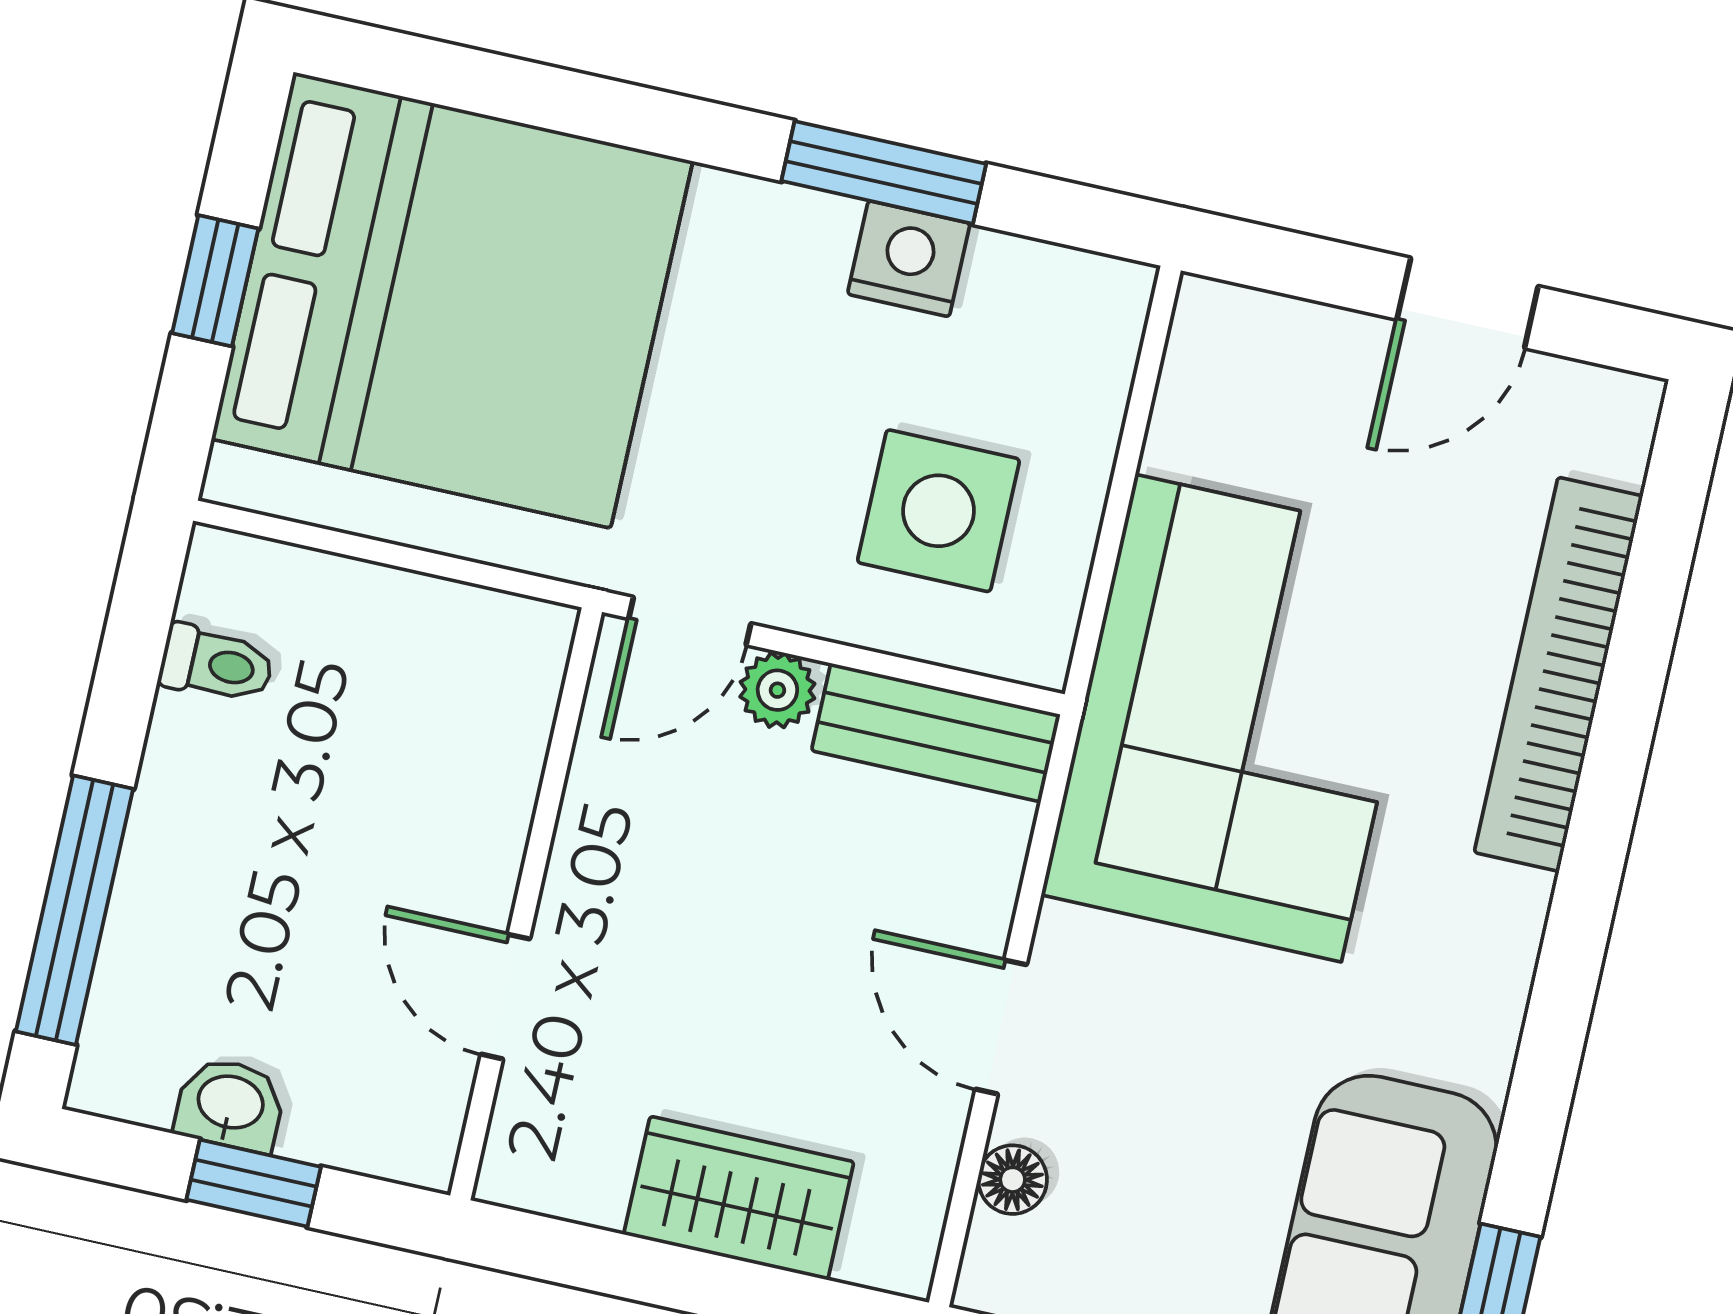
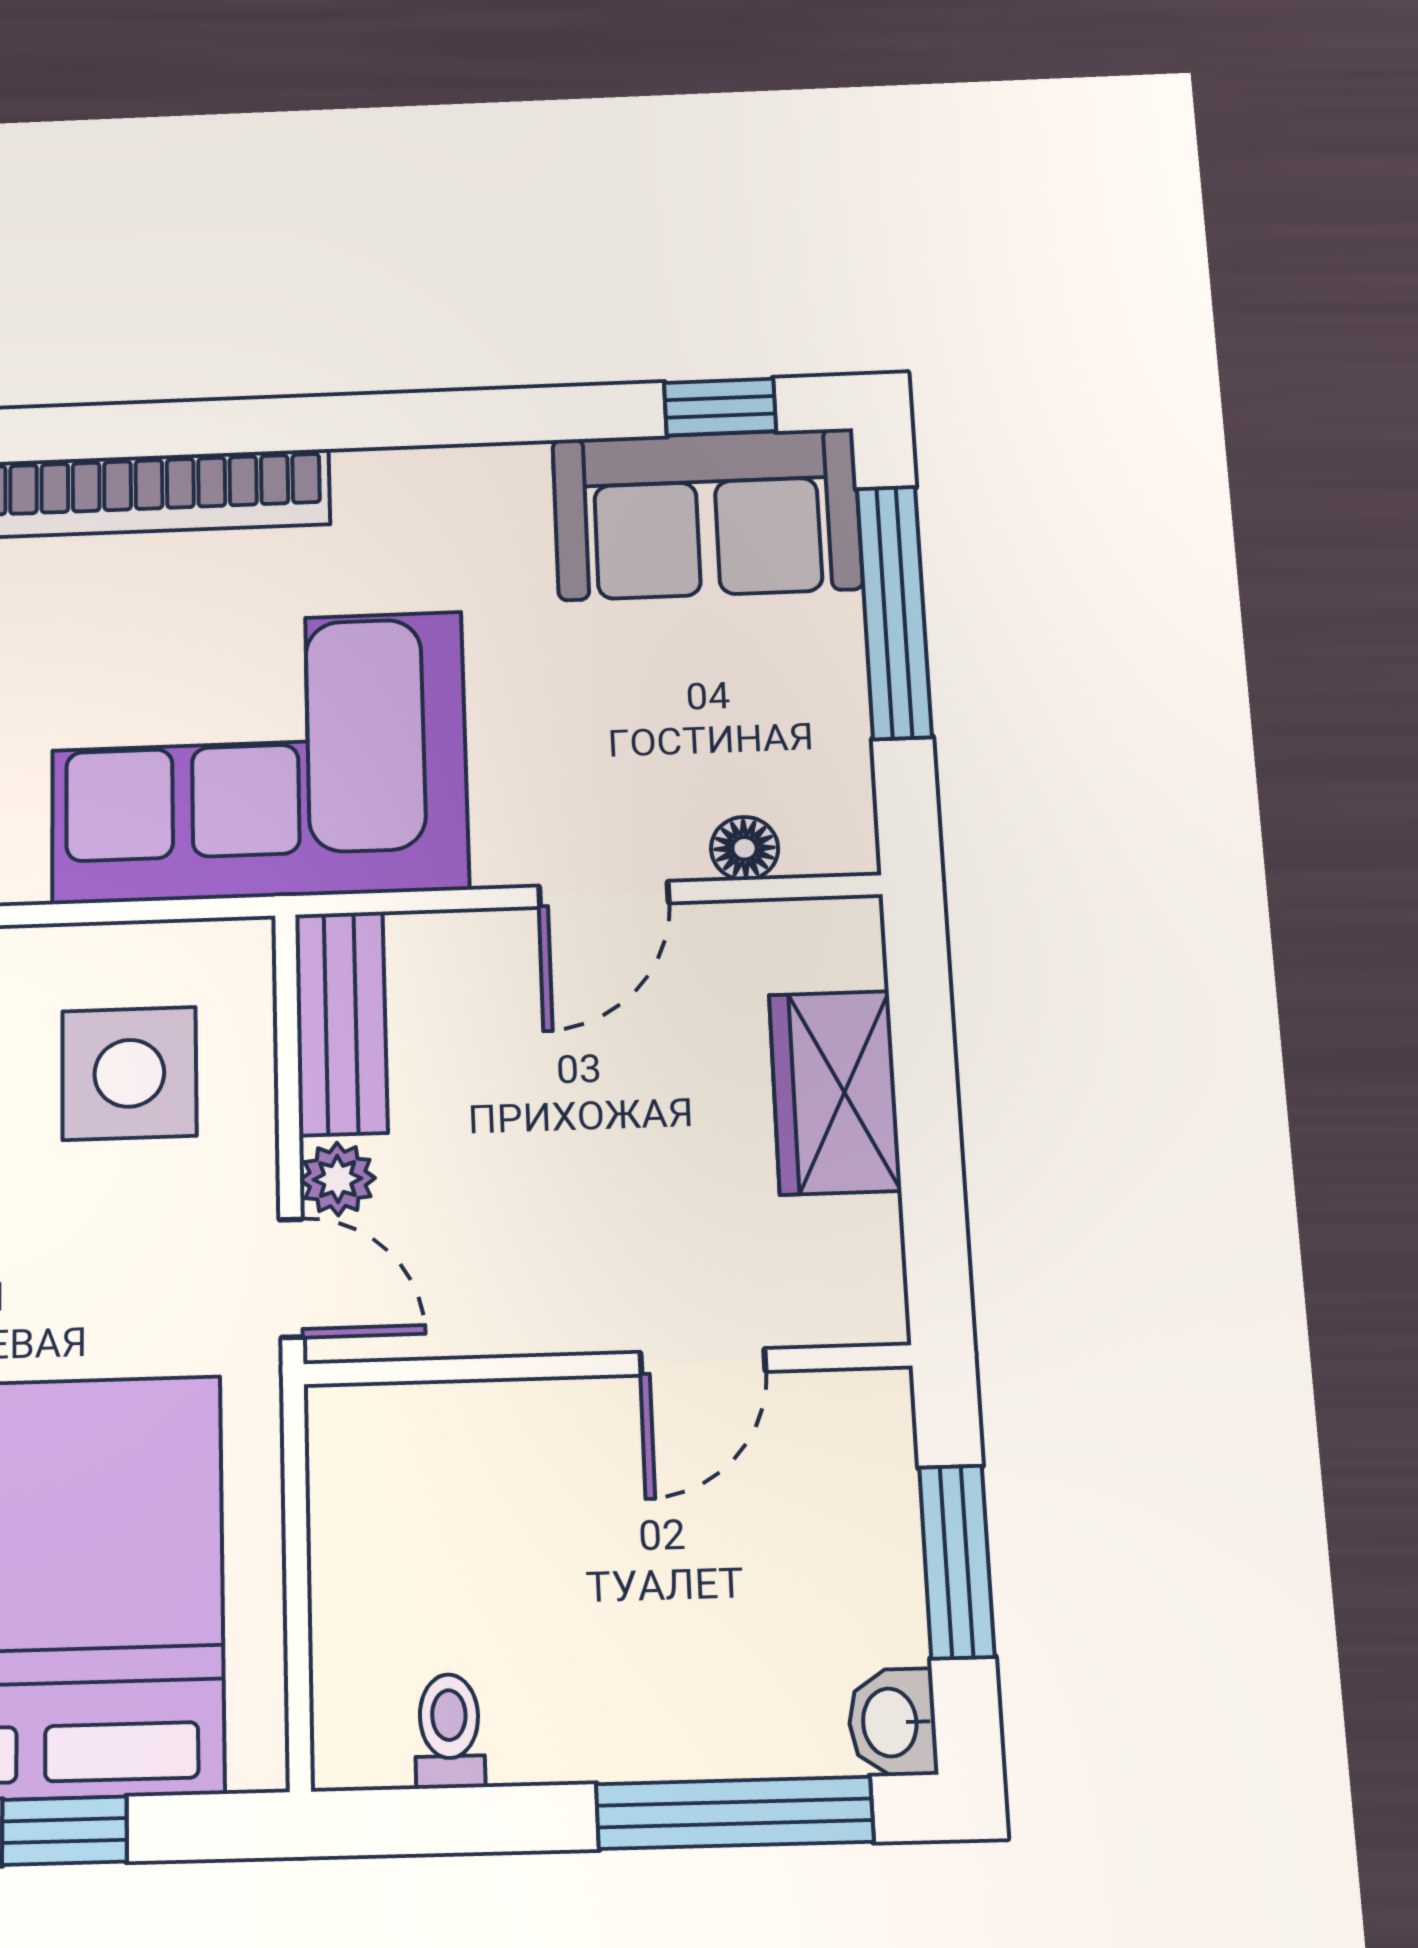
washbasin: (230, 1104) -> (892, 1722), moved
window: (254, 1183) -> (957, 1562), width x1.50

